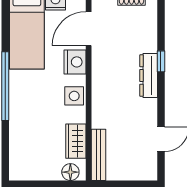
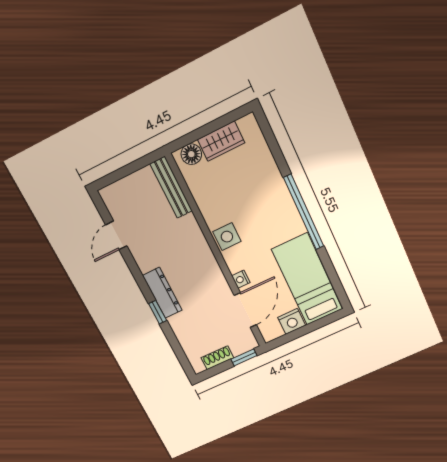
nightstand: (75, 62) -> (241, 279), width x0.53, depth x0.56
wardrobe: (76, 141) -> (221, 141), moved, turned 90

